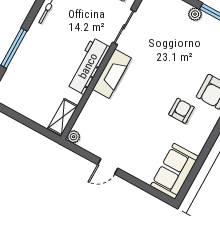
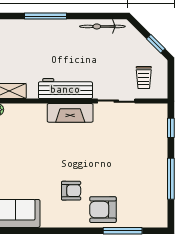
plant: (195, 14) -> (161, 156), removed

